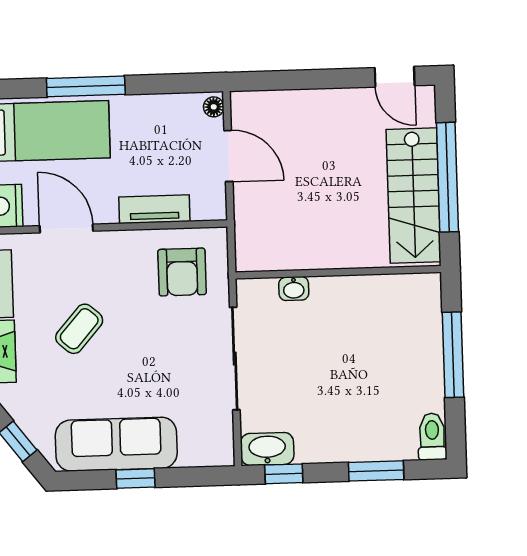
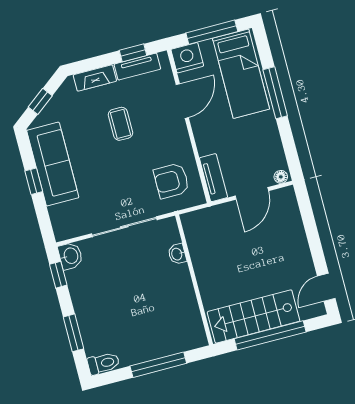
tv unit: (154, 209) -> (213, 178), moved
coffee table: (79, 329) -> (121, 124), turned 49
washbasin: (267, 449) -> (70, 256), width x0.72

